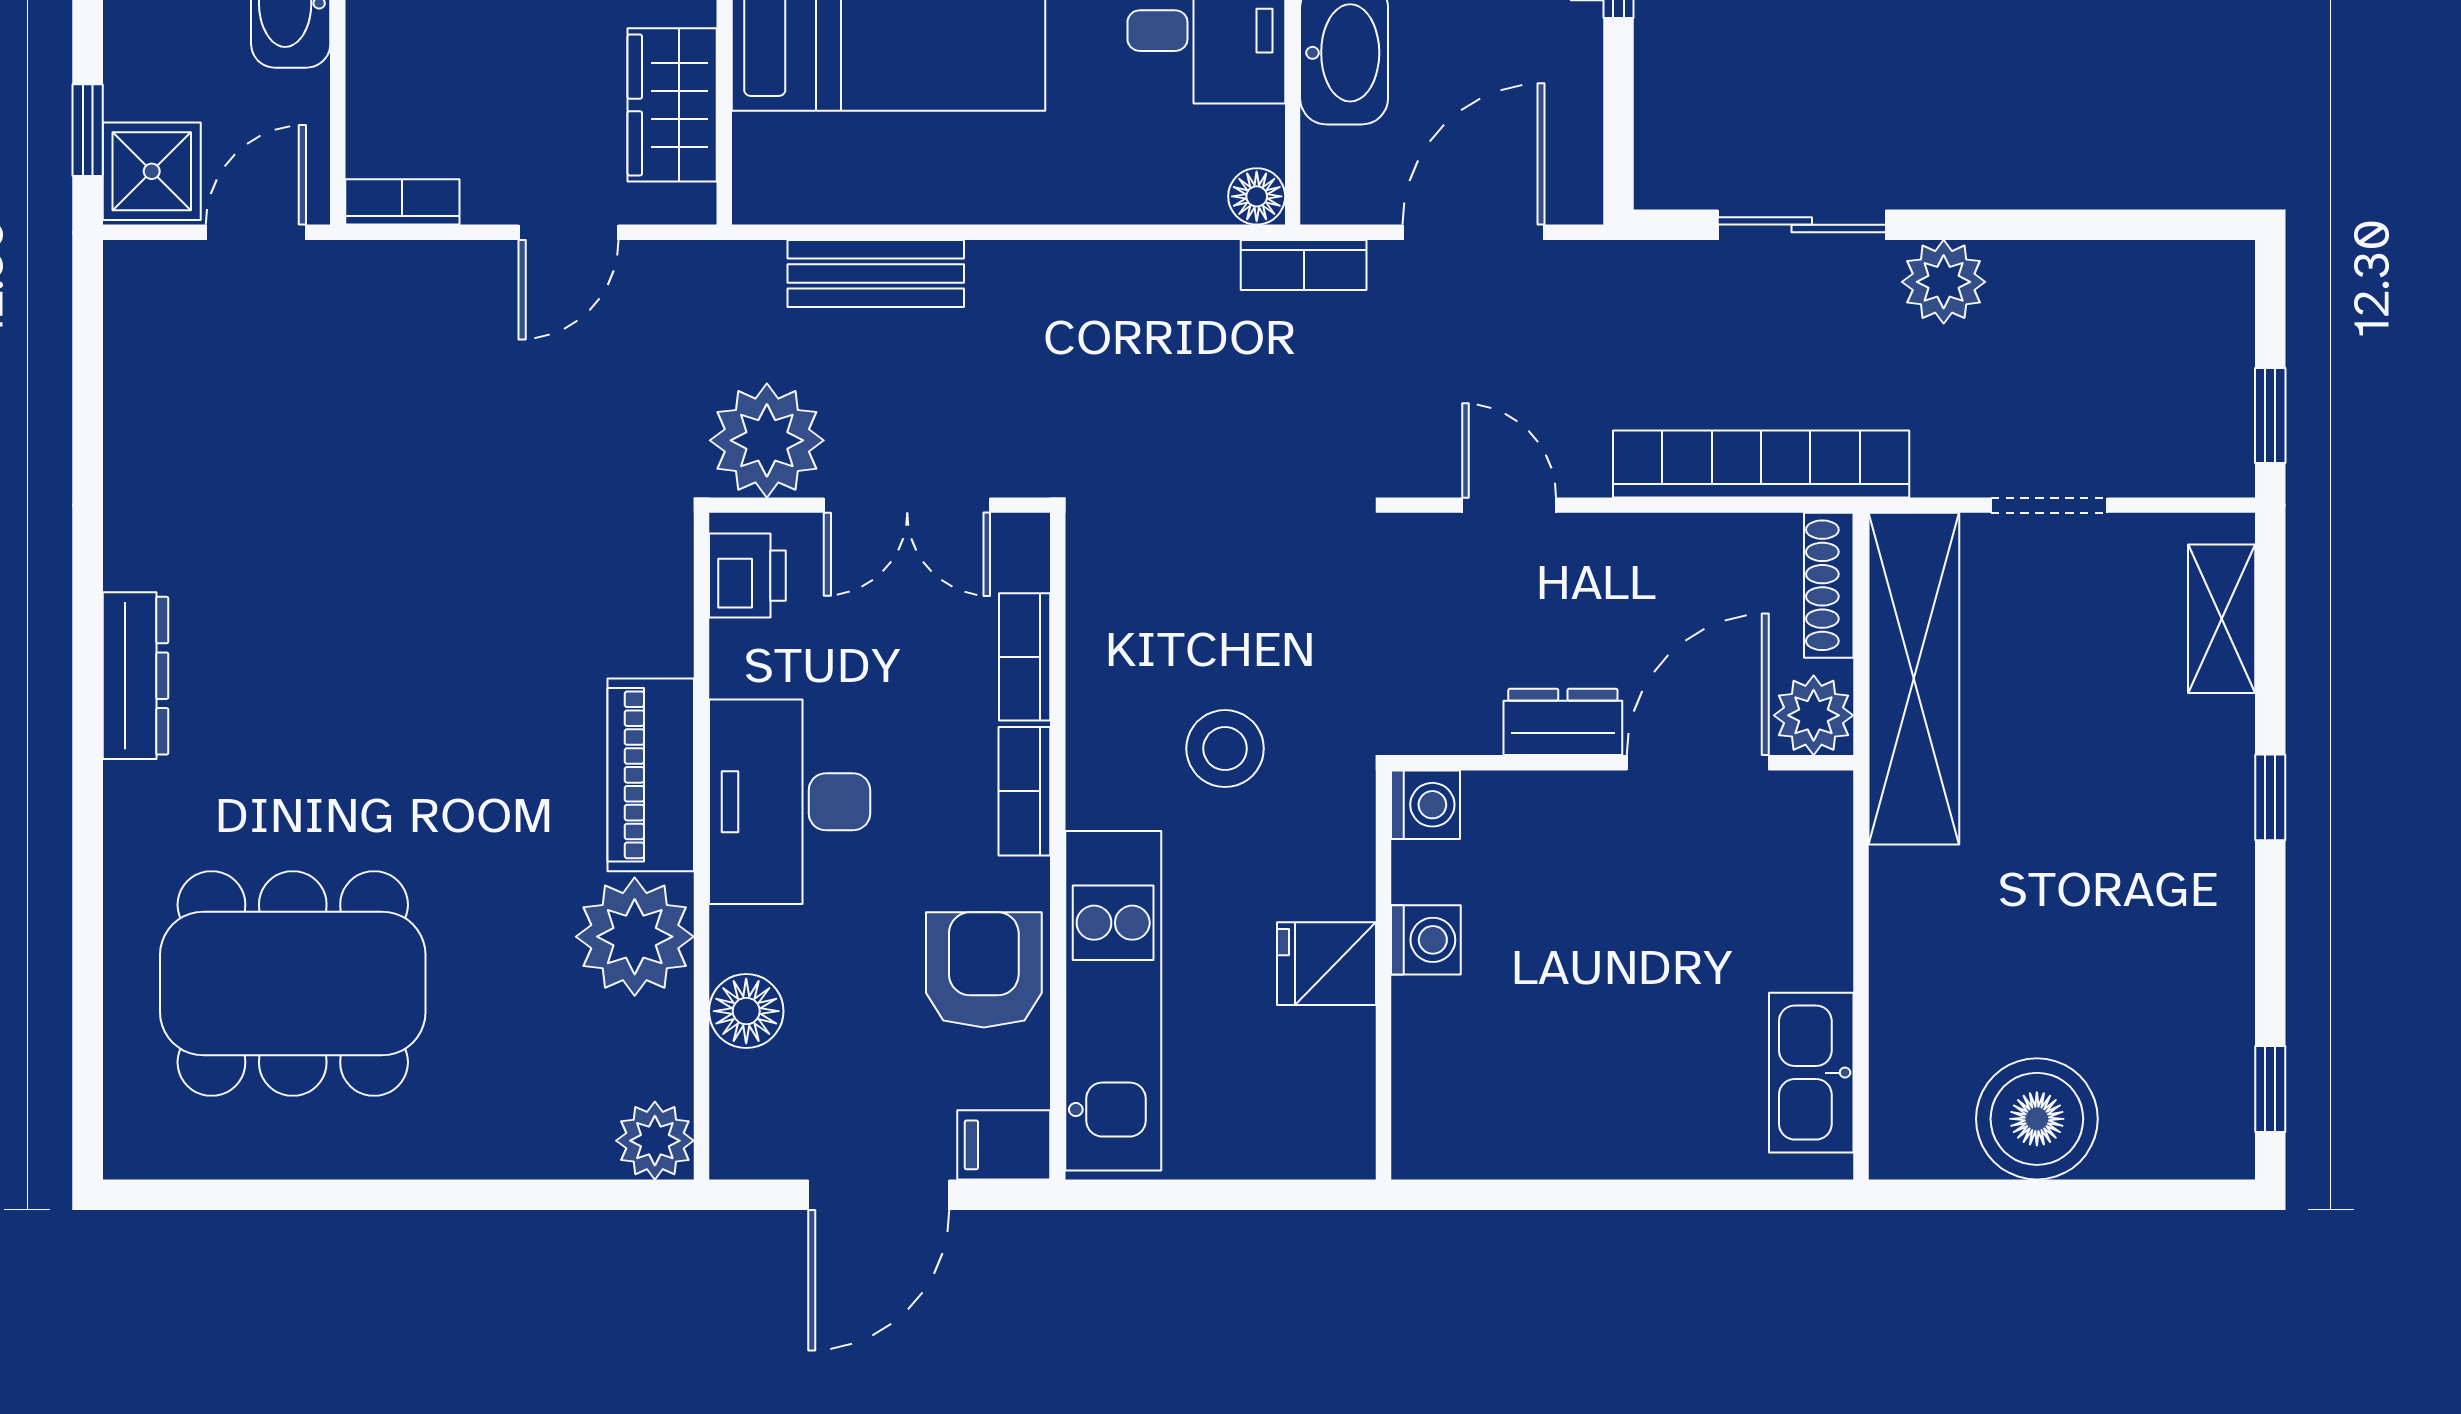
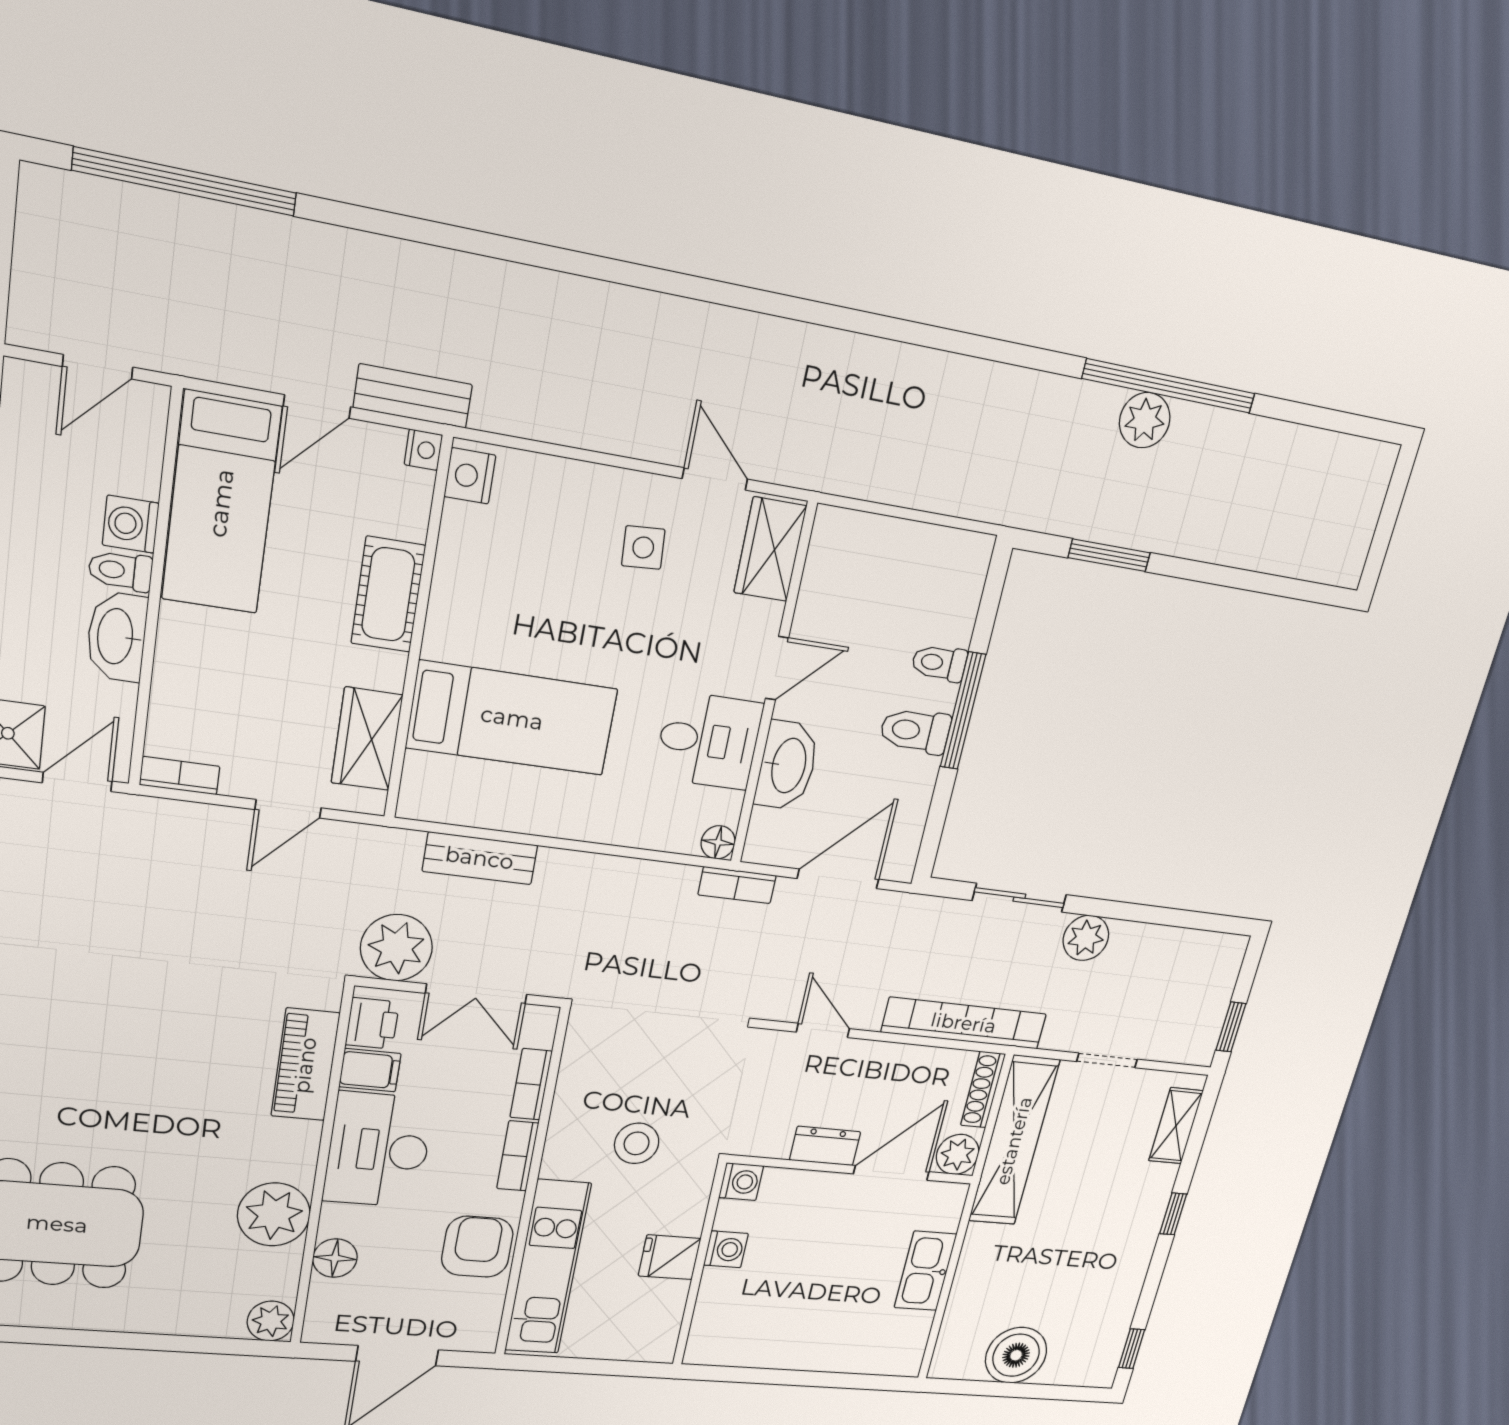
piano: (651, 775) -> (305, 1065), moved
kitchen sink: (1811, 1073) -> (925, 1271), moved
filing cabinet: (1004, 1145) -> (370, 1070), moved, turned 180

